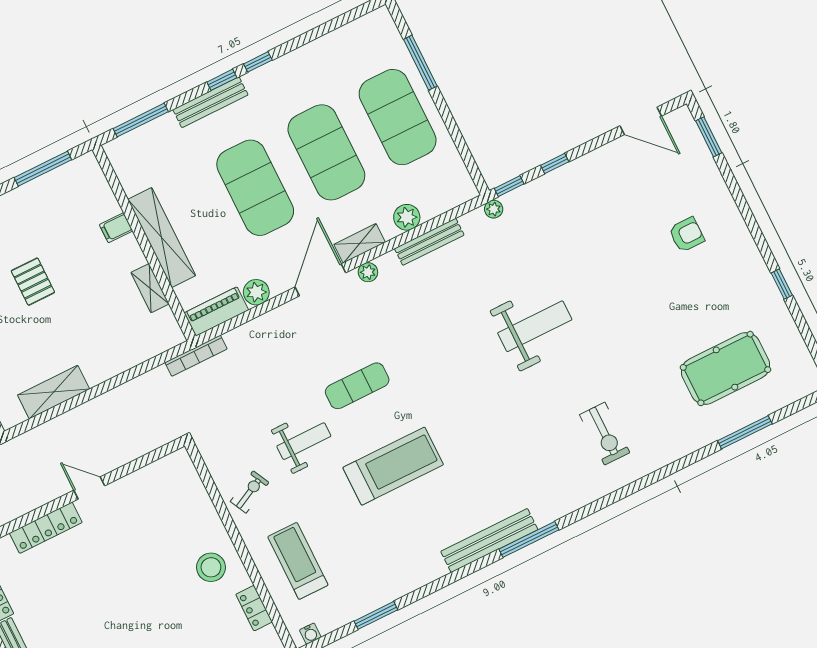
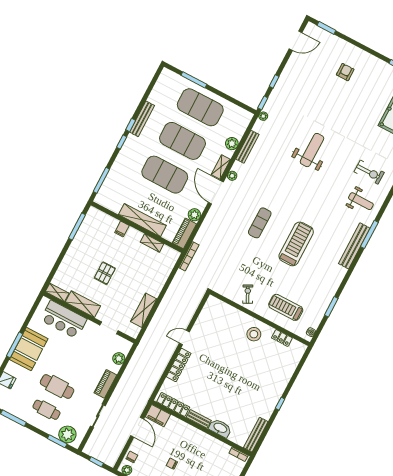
bench: (210, 102) -> (142, 119), moved
pallet: (33, 282) -> (105, 273), turned 90
weight bench: (304, 441) -> (361, 201), moved, turned 90

